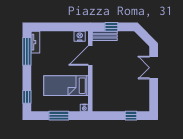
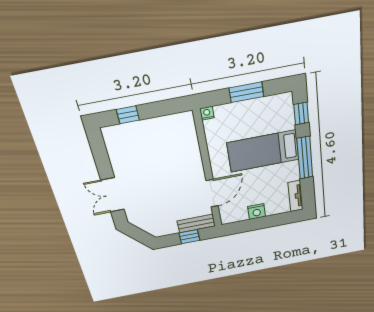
nightstand: (80, 36) -> (257, 212), moved
window: (27, 51) -> (305, 158), moved
double door: (154, 68) -> (113, 195), swing flipped
bed: (66, 86) -> (263, 151), moved, turned 180

